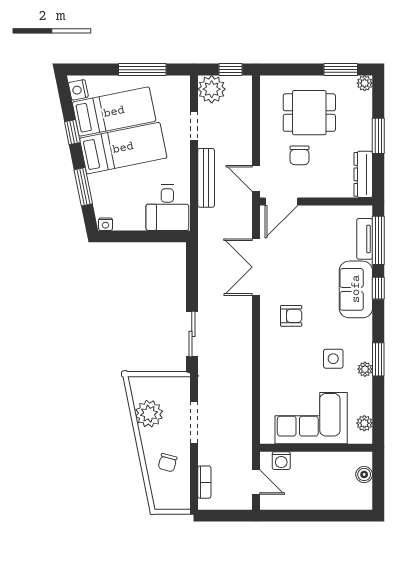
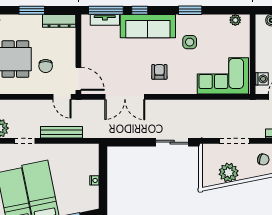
chair: (300, 155) -> (46, 66), turned 90
door: (256, 178) -> (62, 97), hinge flipped
desk: (167, 208) -> (83, 160), removed
nightstand: (106, 224) -> (94, 180), moved
sofa: (356, 289) -> (148, 26), width x1.36
plant: (365, 369) -> (197, 20), removed
corner sofa: (311, 418) -> (223, 76), moved, turned 90

